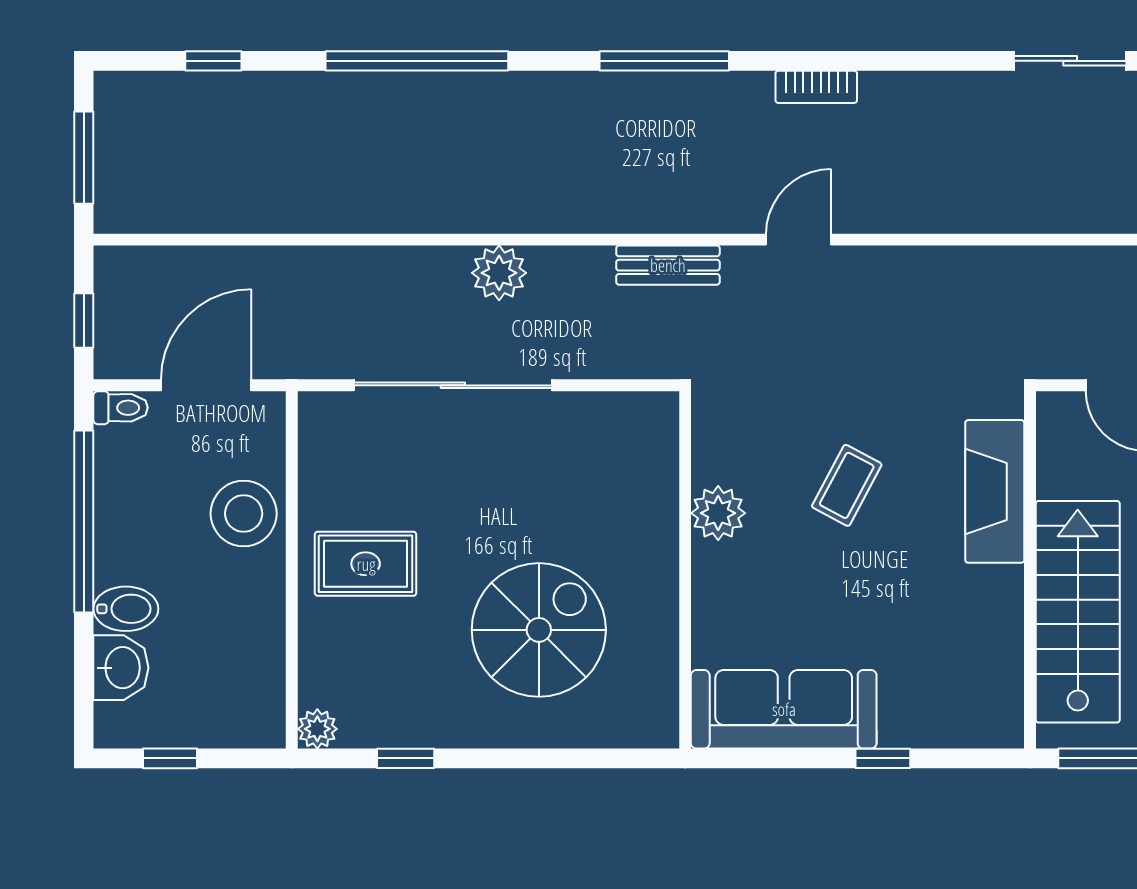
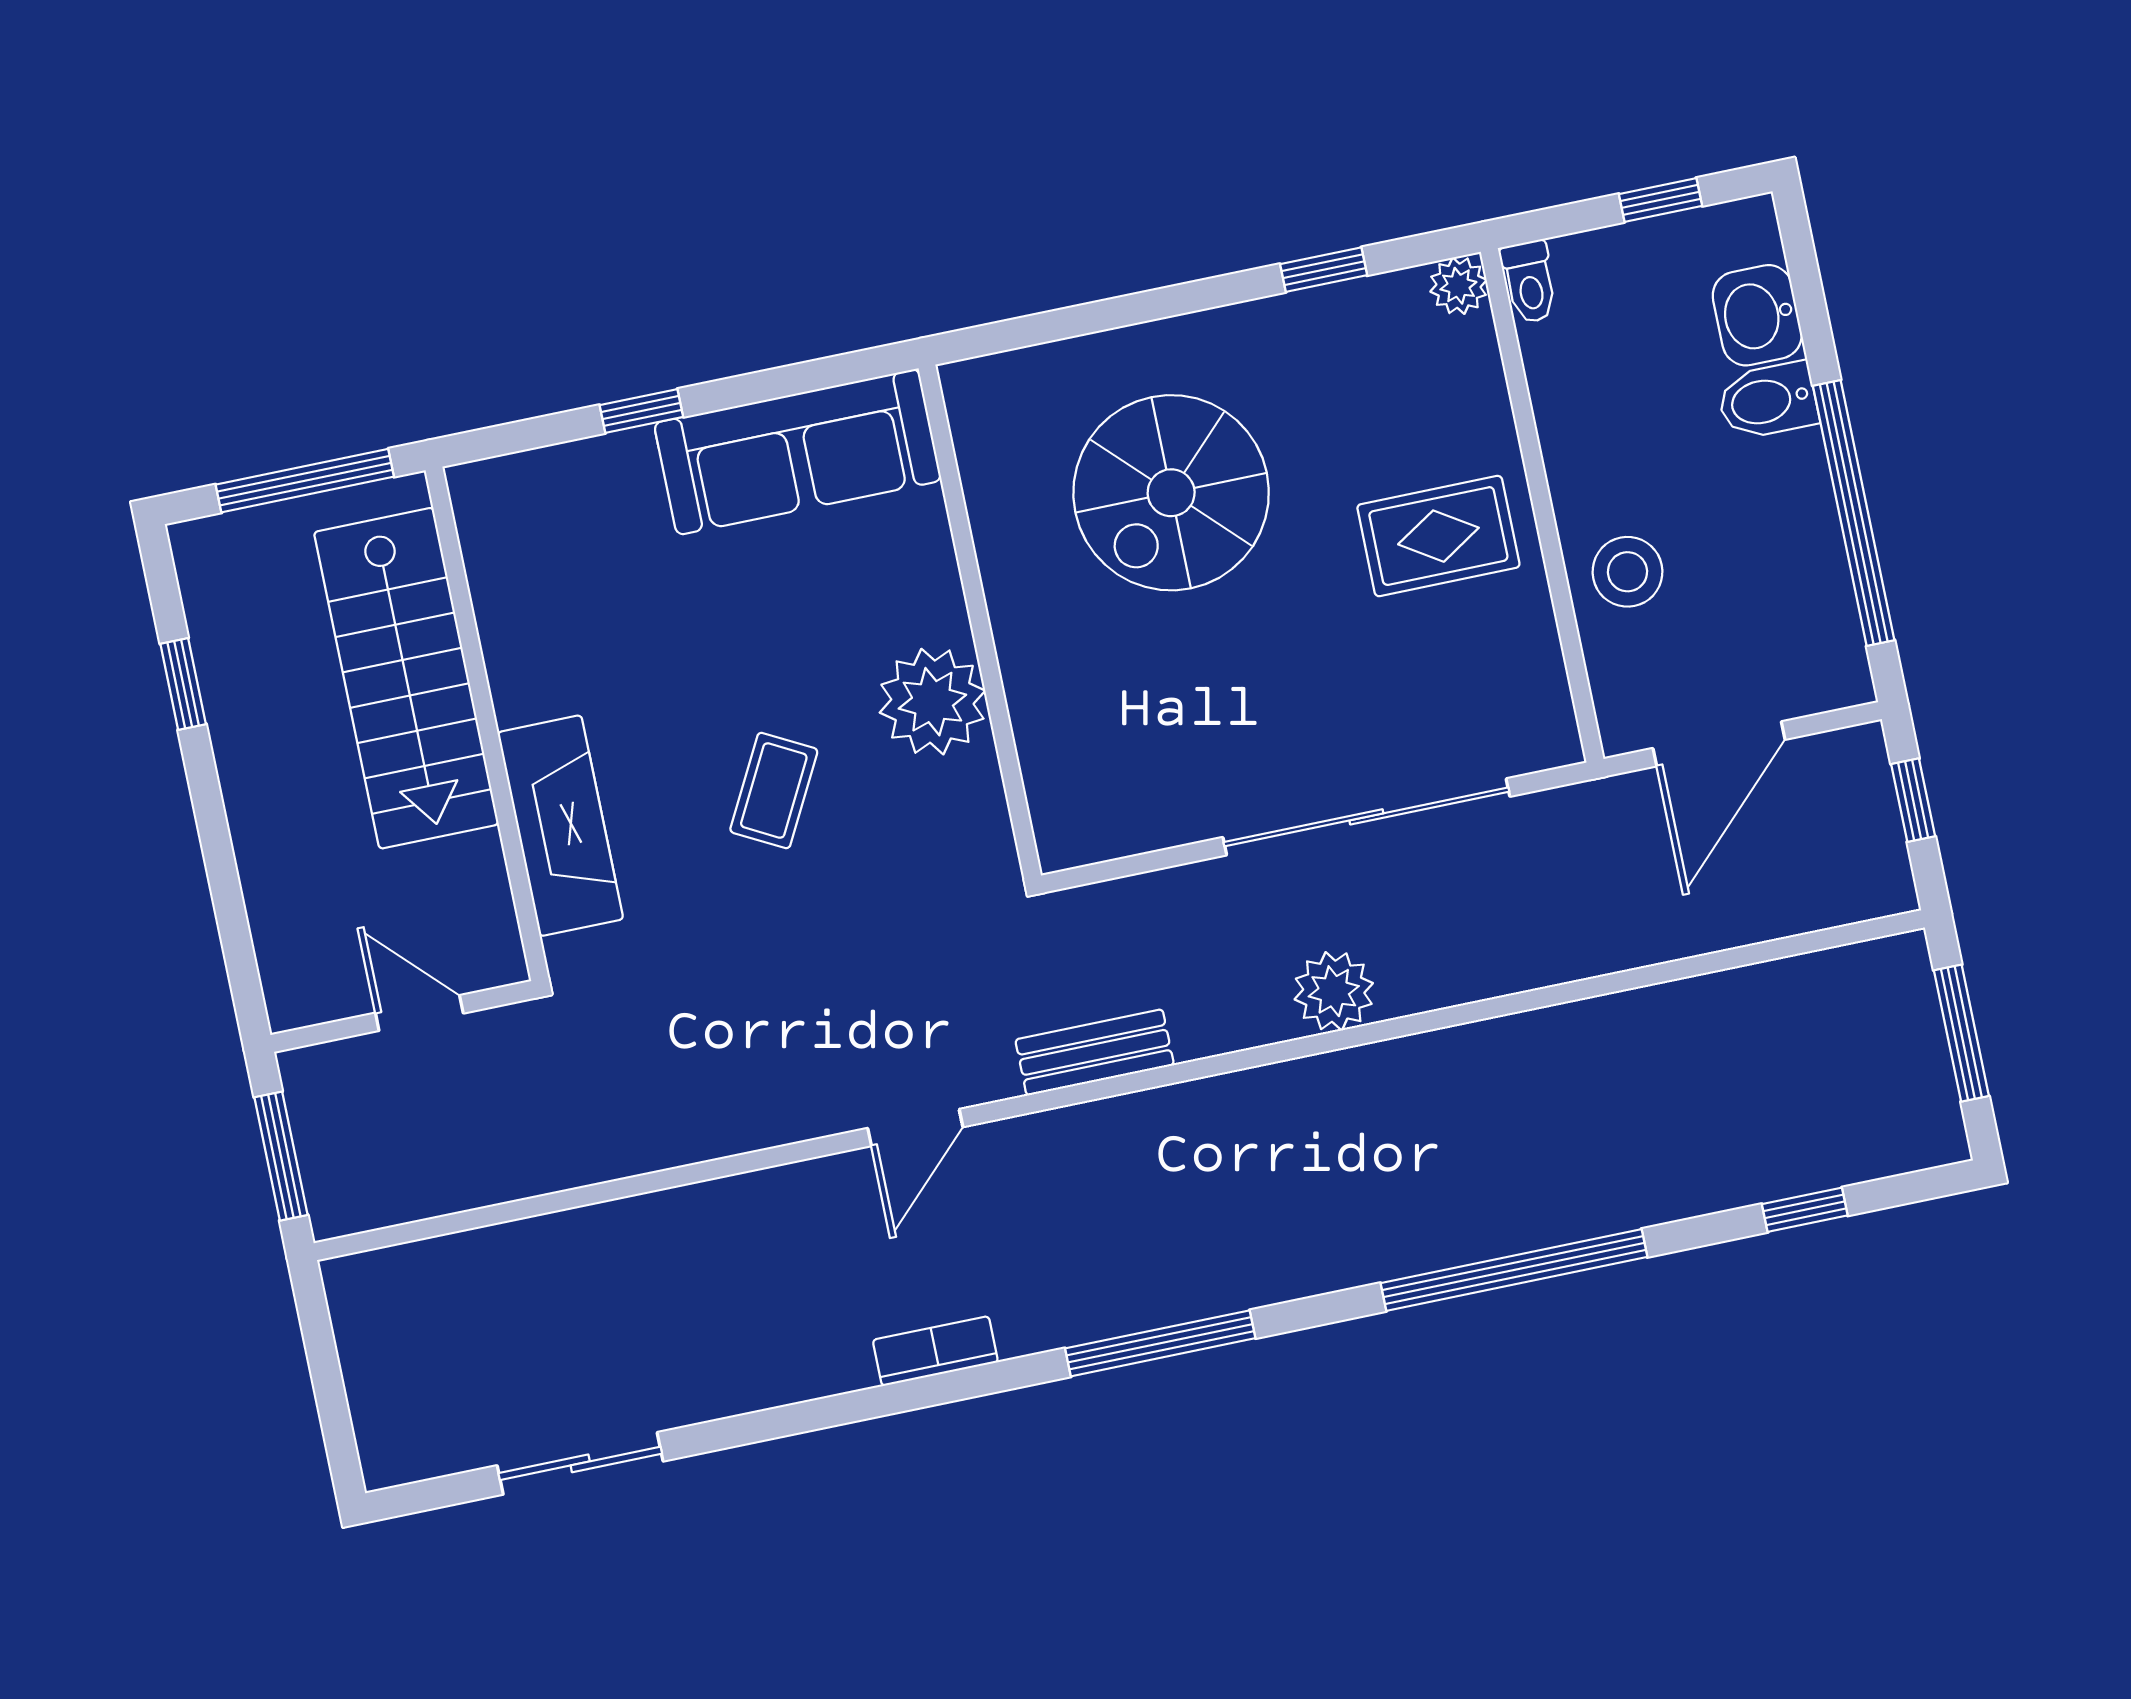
toilet: (121, 408) -> (1529, 282), moved, turned -90
plant: (718, 513) -> (932, 702), width x1.36, depth x1.36
stool: (244, 514) -> (1627, 572), width x0.73, depth x0.73

